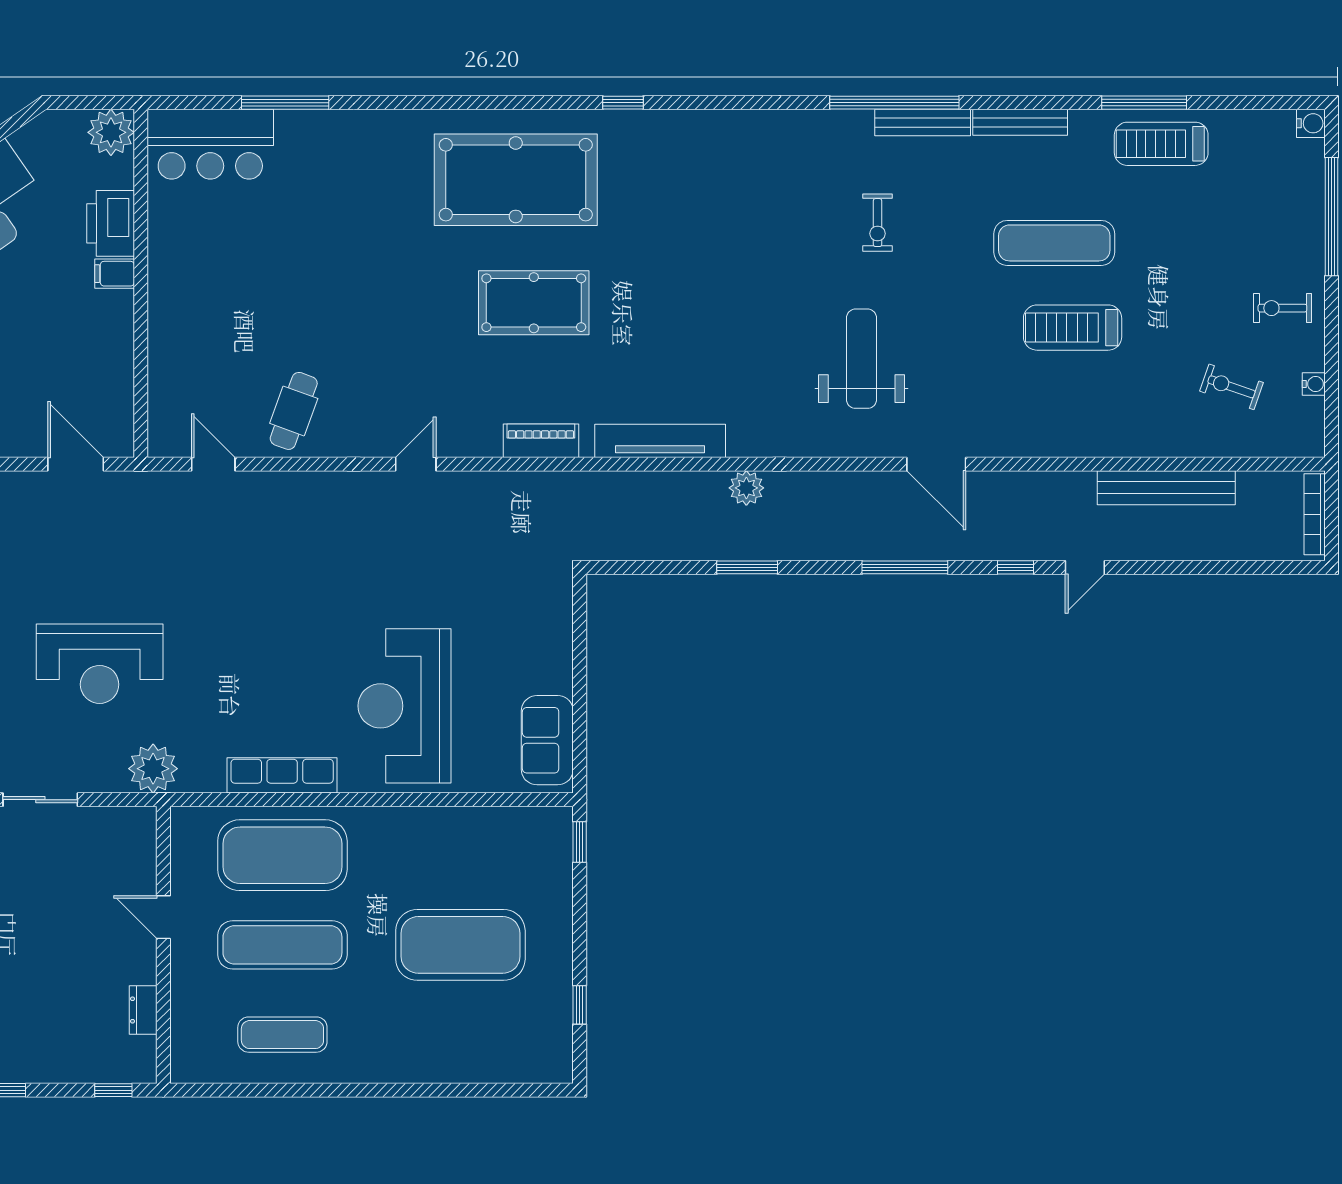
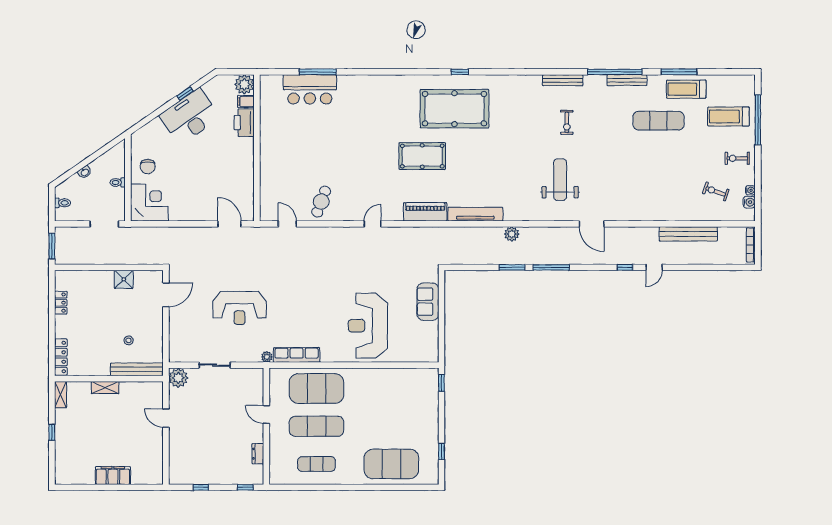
window: (894, 103) -> (615, 72), moved
bench: (923, 122) -> (563, 80), moved
water cooler: (1311, 123) -> (749, 202), moved
bar counter: (210, 144) -> (310, 89), moved
pool table: (516, 180) -> (454, 109), moved
exercise mat: (1054, 243) -> (659, 121), moved
filing cabinet: (115, 274) -> (246, 101), moved
treadmill: (1073, 328) -> (728, 116), moved
piano: (541, 441) -> (425, 212), width x1.37, depth x1.33
window: (905, 567) -> (551, 267), moved
sofa: (547, 740) -> (428, 302), moved
plant: (153, 769) -> (267, 357), width x0.53, depth x0.53
row of seats: (282, 775) -> (297, 355), moved
exercise mat: (460, 945) -> (391, 464), moved

